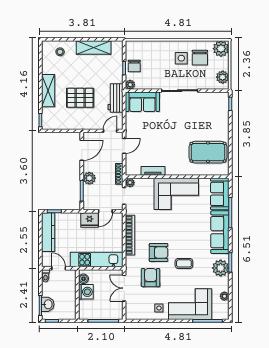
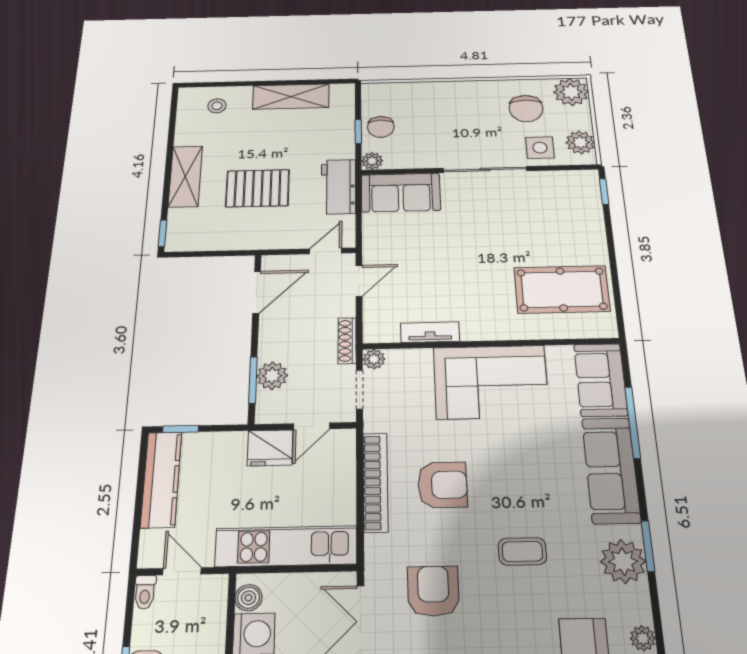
side table: (181, 58) -> (540, 148), moved
plant: (89, 178) -> (272, 376), moved
armchair: (159, 252) -> (442, 485), moved

